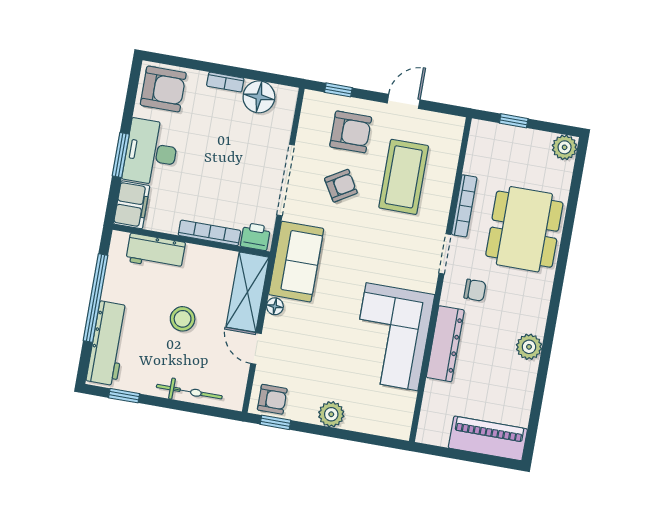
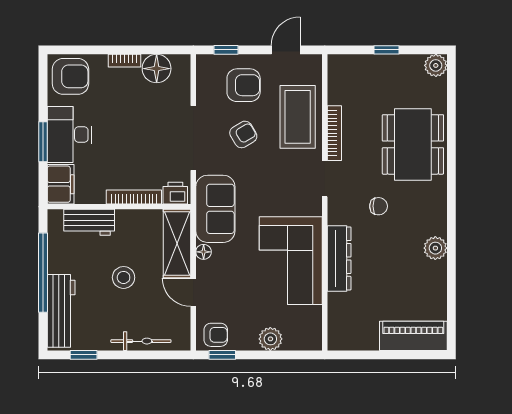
bookcase: (464, 206) -> (334, 133), moved
doorway: (445, 254) -> (325, 179), moved
wall: (440, 280) -> (325, 202), moved
corner sofa: (392, 337) -> (291, 261), moved
dresser: (445, 344) -> (339, 258), moved

